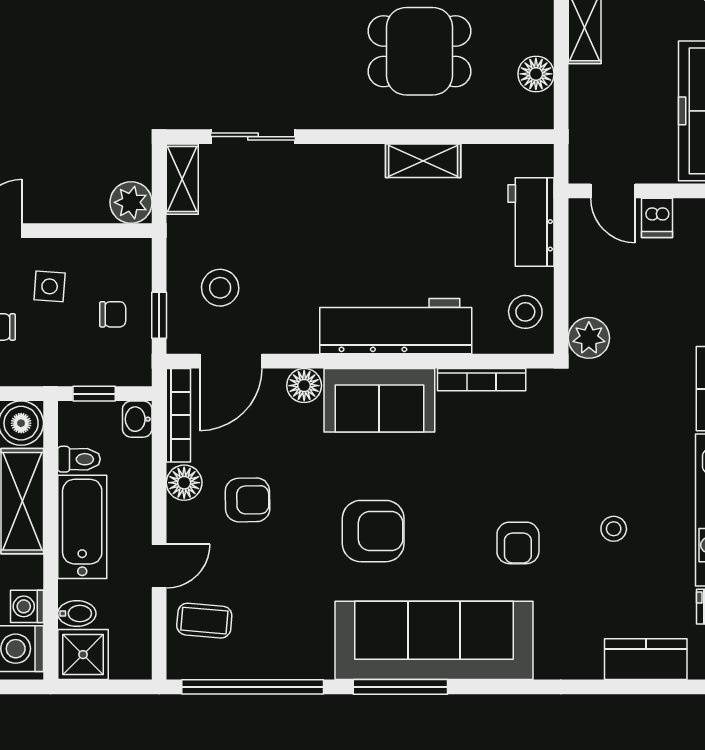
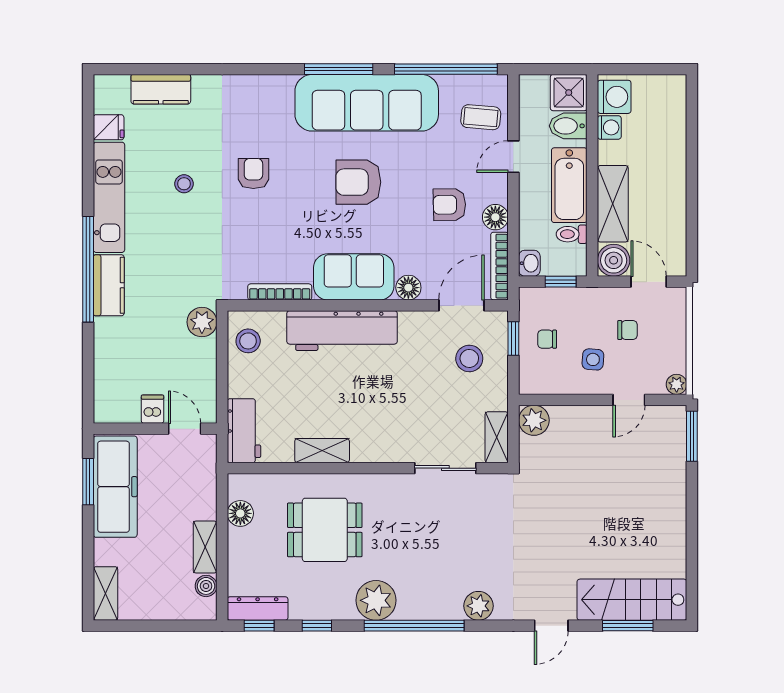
workbench: (531, 222) -> (244, 431), moved
bidet: (77, 613) -> (568, 126), width x1.38, depth x1.36
sofa: (434, 640) -> (367, 103), moved

